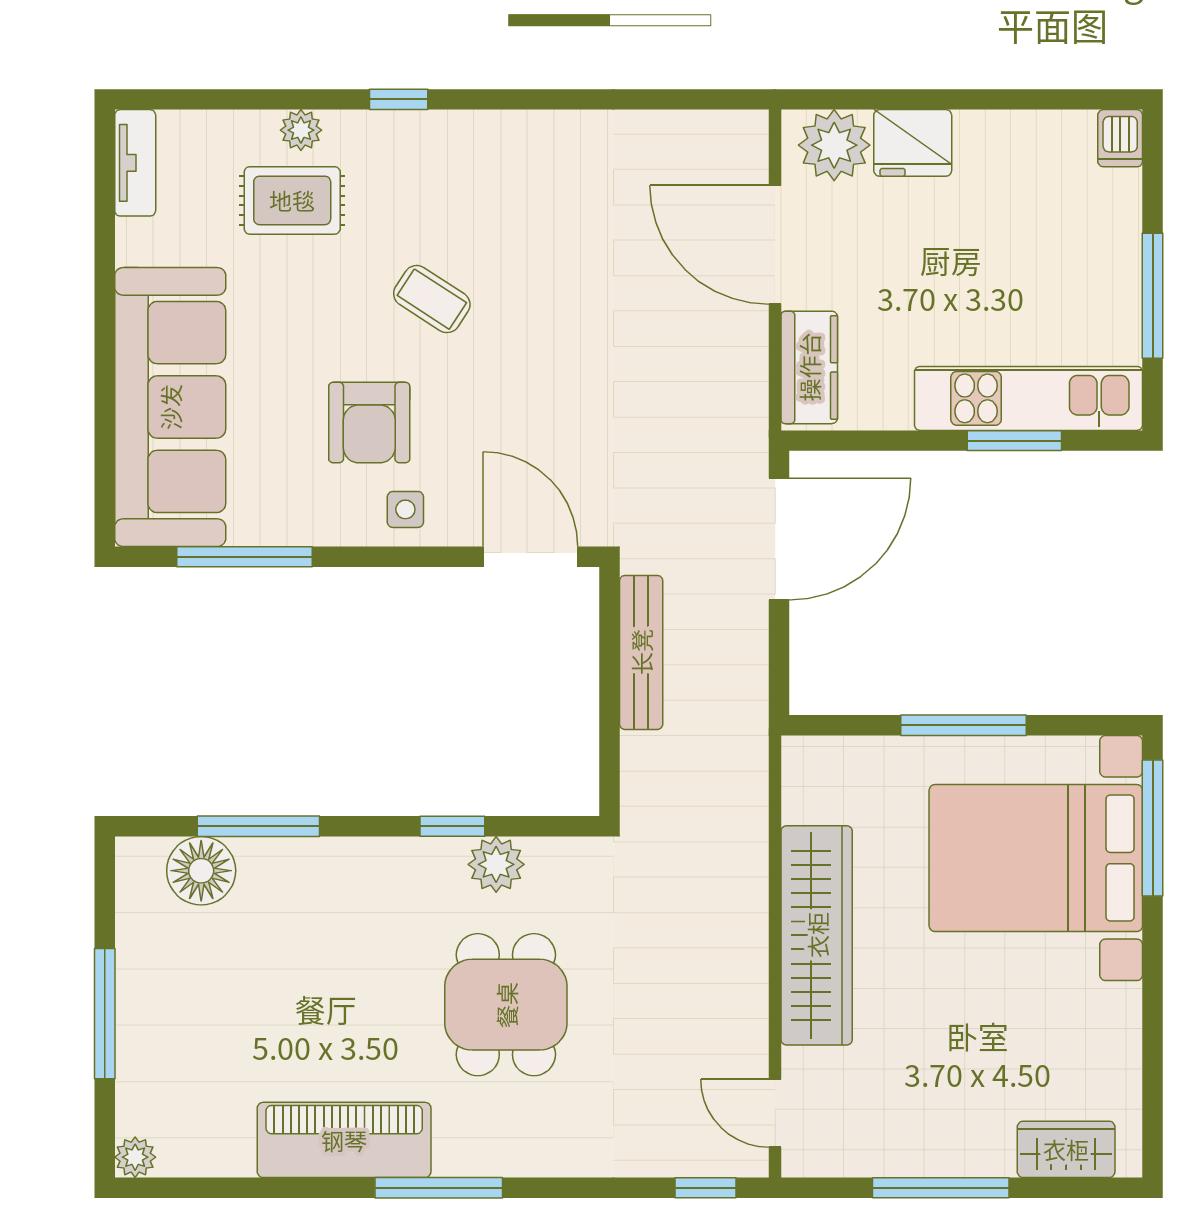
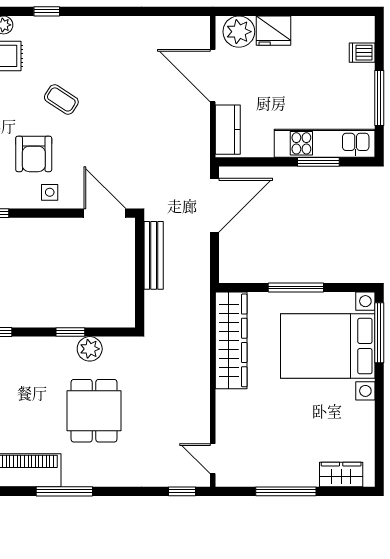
dishwasher: (1120, 138) -> (362, 53), moved, turned 90
wardrobe: (817, 935) -> (231, 340), moved

